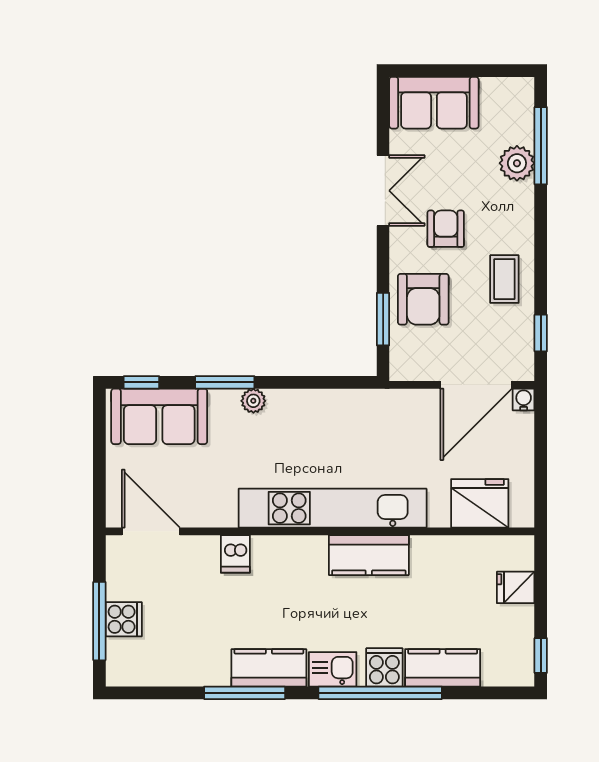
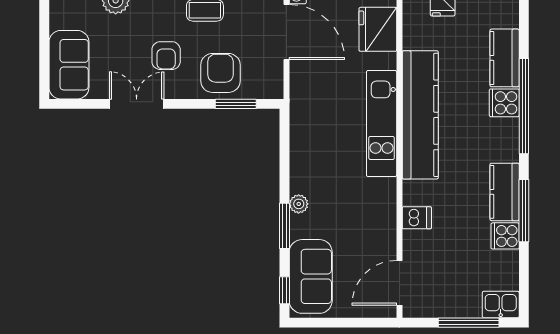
armchair: (446, 229) -> (166, 56), turned -90
armchair: (423, 299) -> (220, 73), turned -90
kitchen unit: (333, 508) -> (382, 124), width x0.73
kitchen counter: (369, 555) -> (420, 115), width x2.08, depth x1.17
cooker: (124, 619) -> (505, 236), moved, turned -90
kitchen sink: (333, 669) -> (501, 304), moved, turned 90

